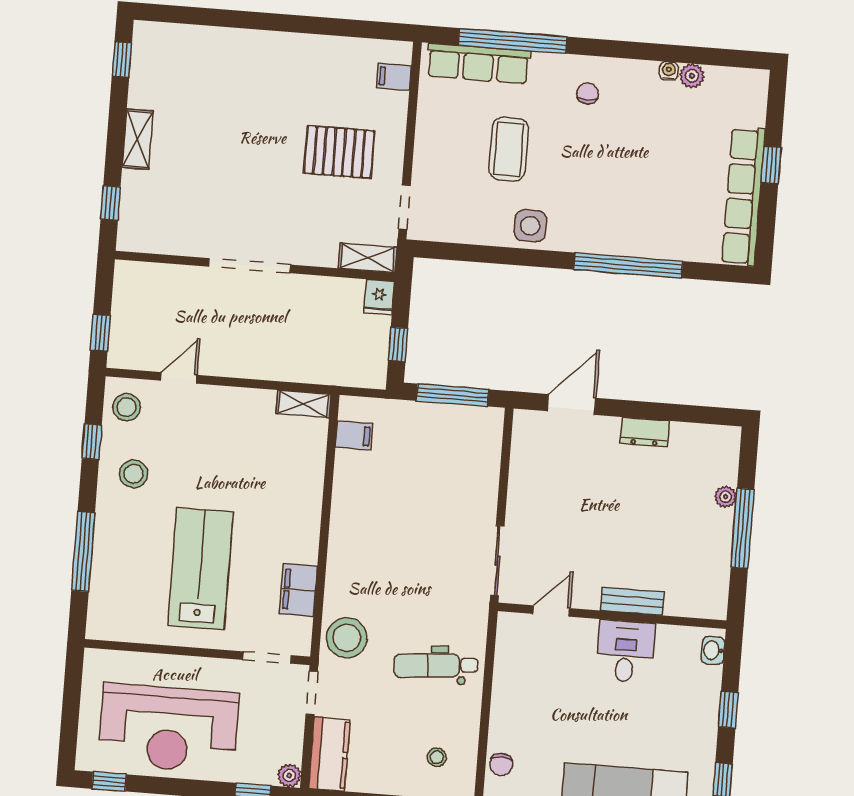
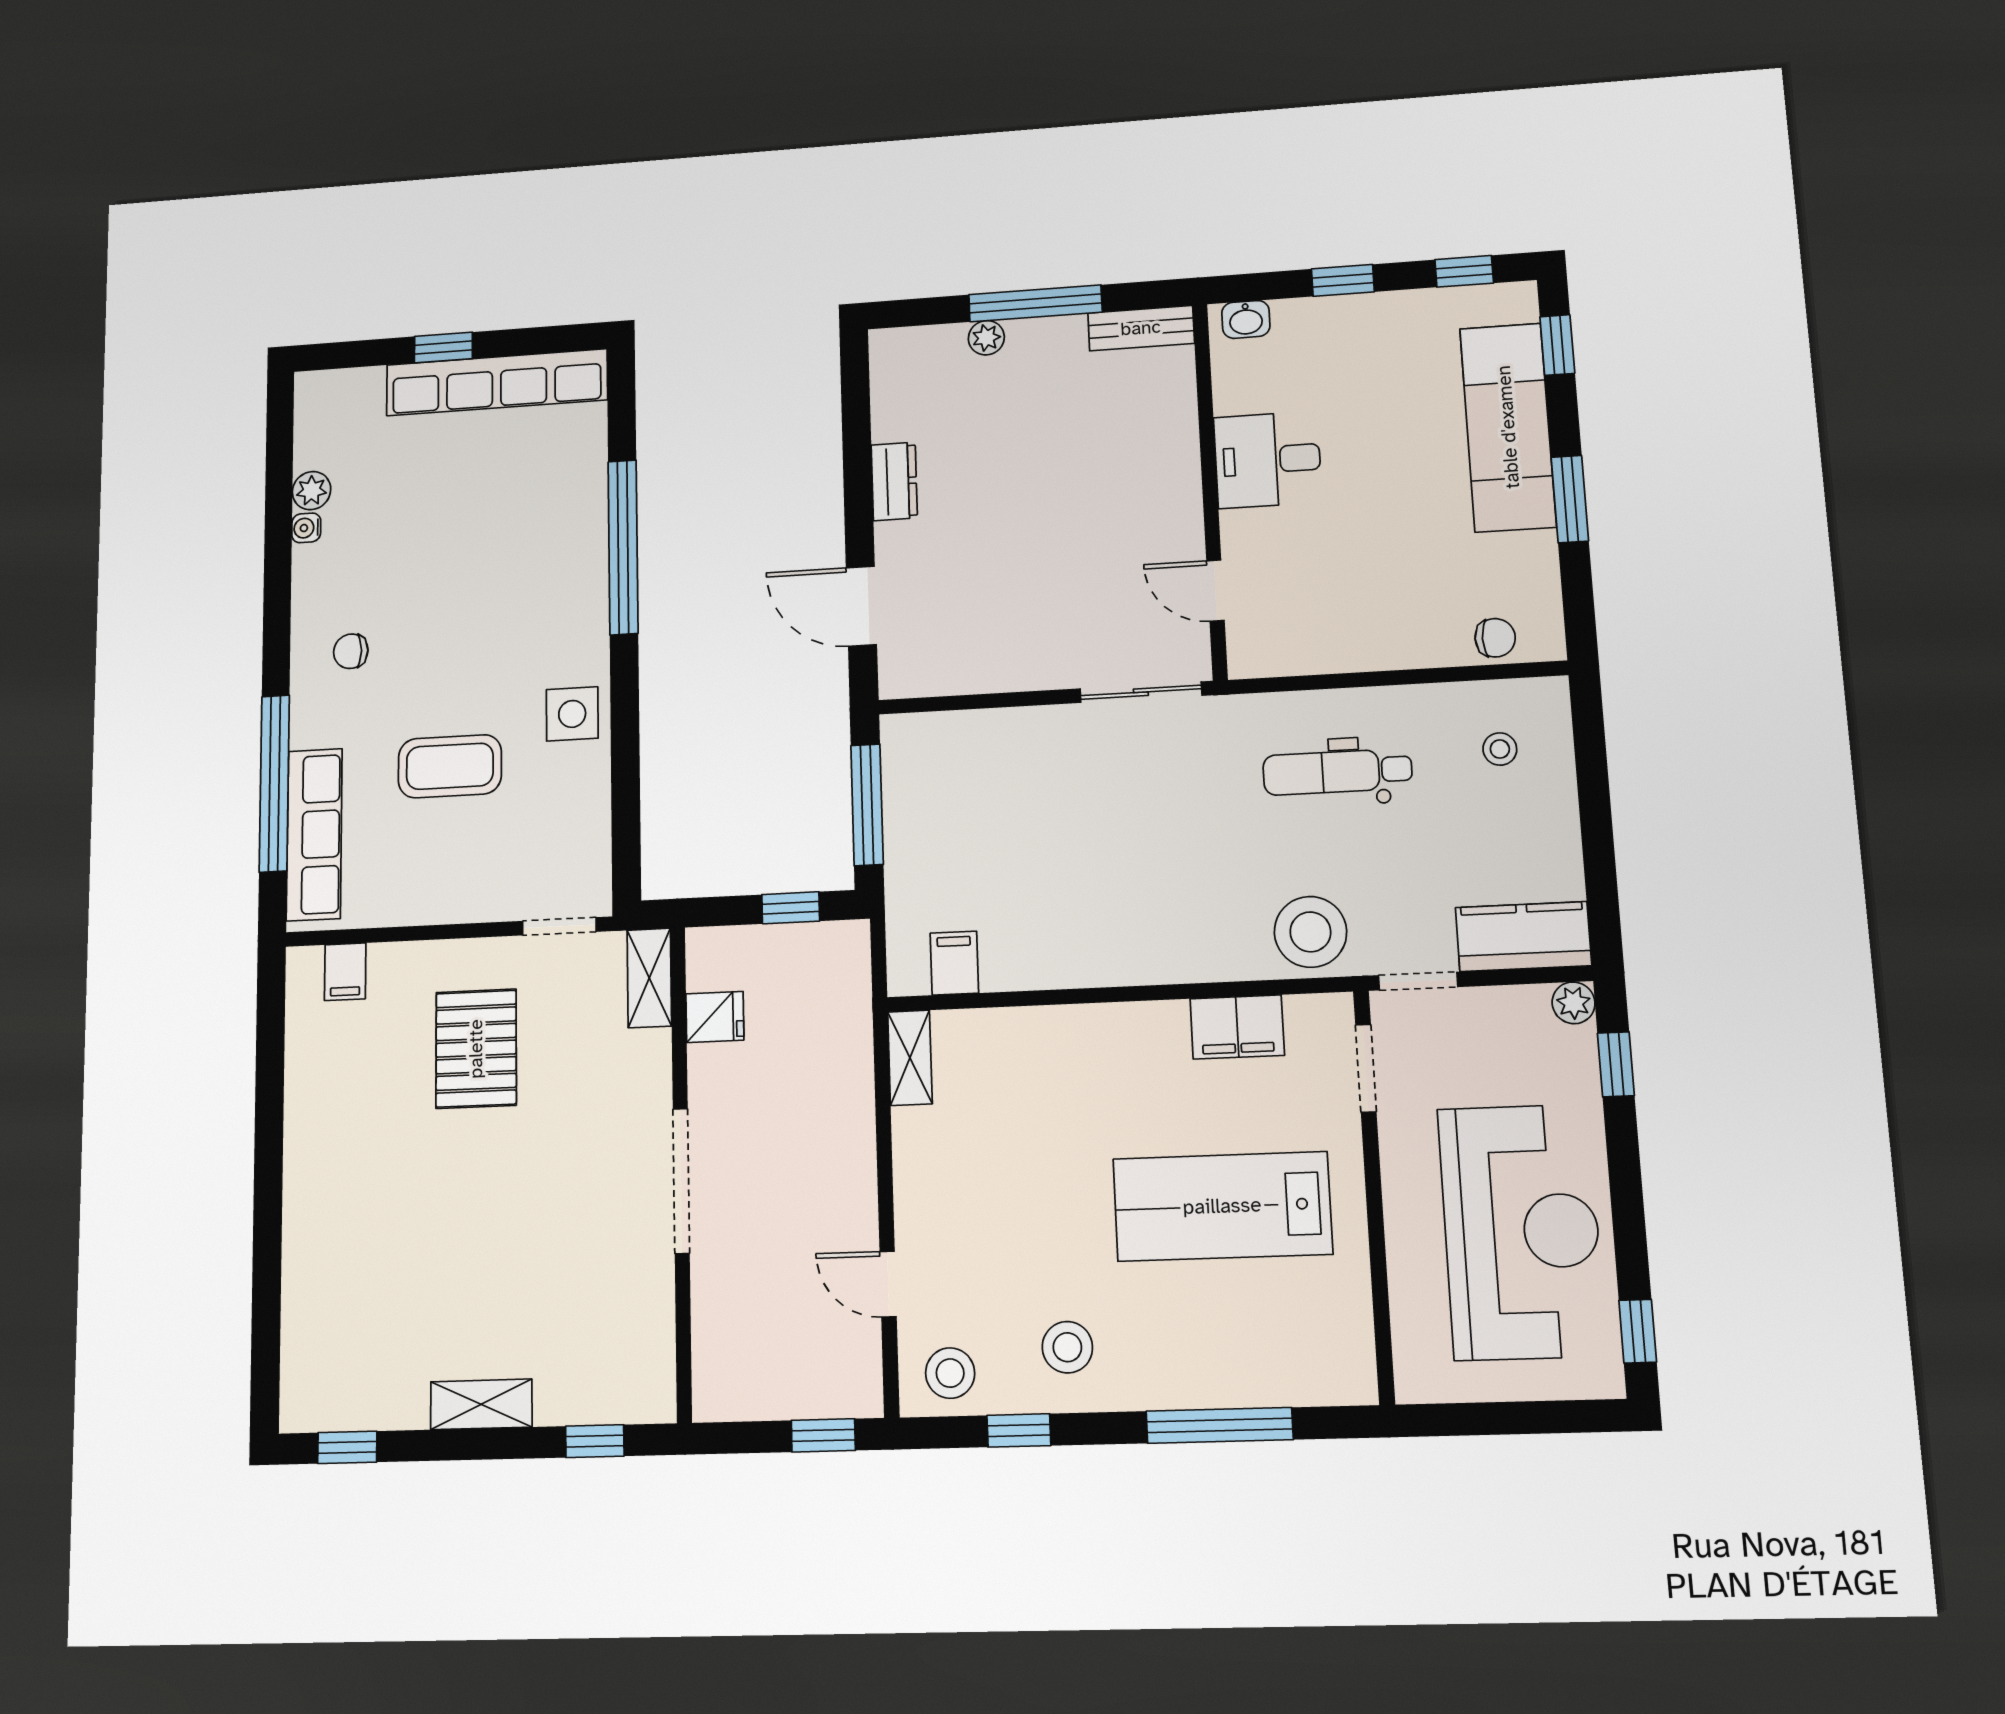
fridge: (379, 297) -> (715, 1017), moved
bench: (632, 601) -> (1141, 328), moved, turned 90
dental chair: (436, 665) -> (1337, 772), turned 95

